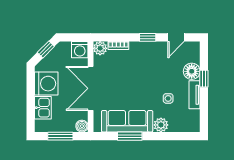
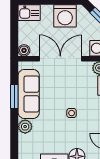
side table: (168, 98) -> (72, 113), moved
kitchen sink: (43, 108) -> (29, 13), moved
window: (60, 136) -> (14, 30), removed

